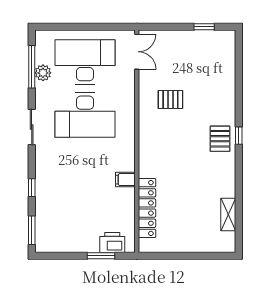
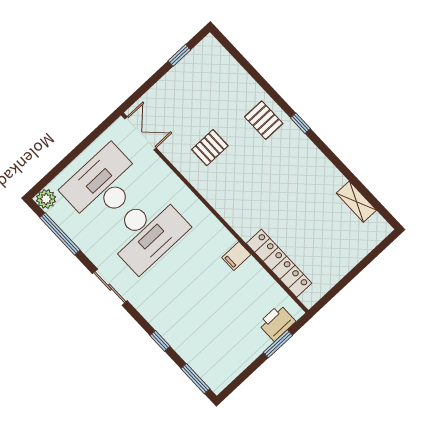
plant: (43, 73) -> (46, 199), moved
pallet: (220, 139) -> (264, 120), moved

